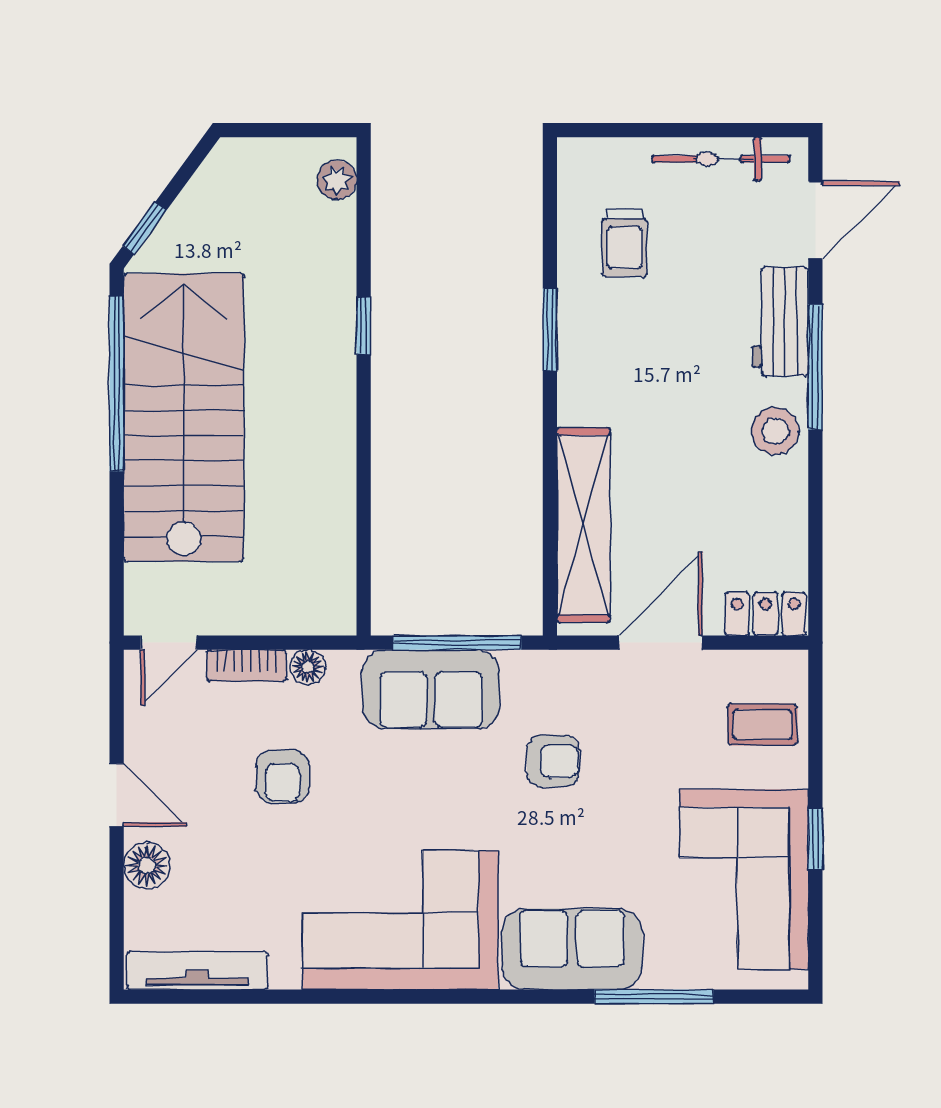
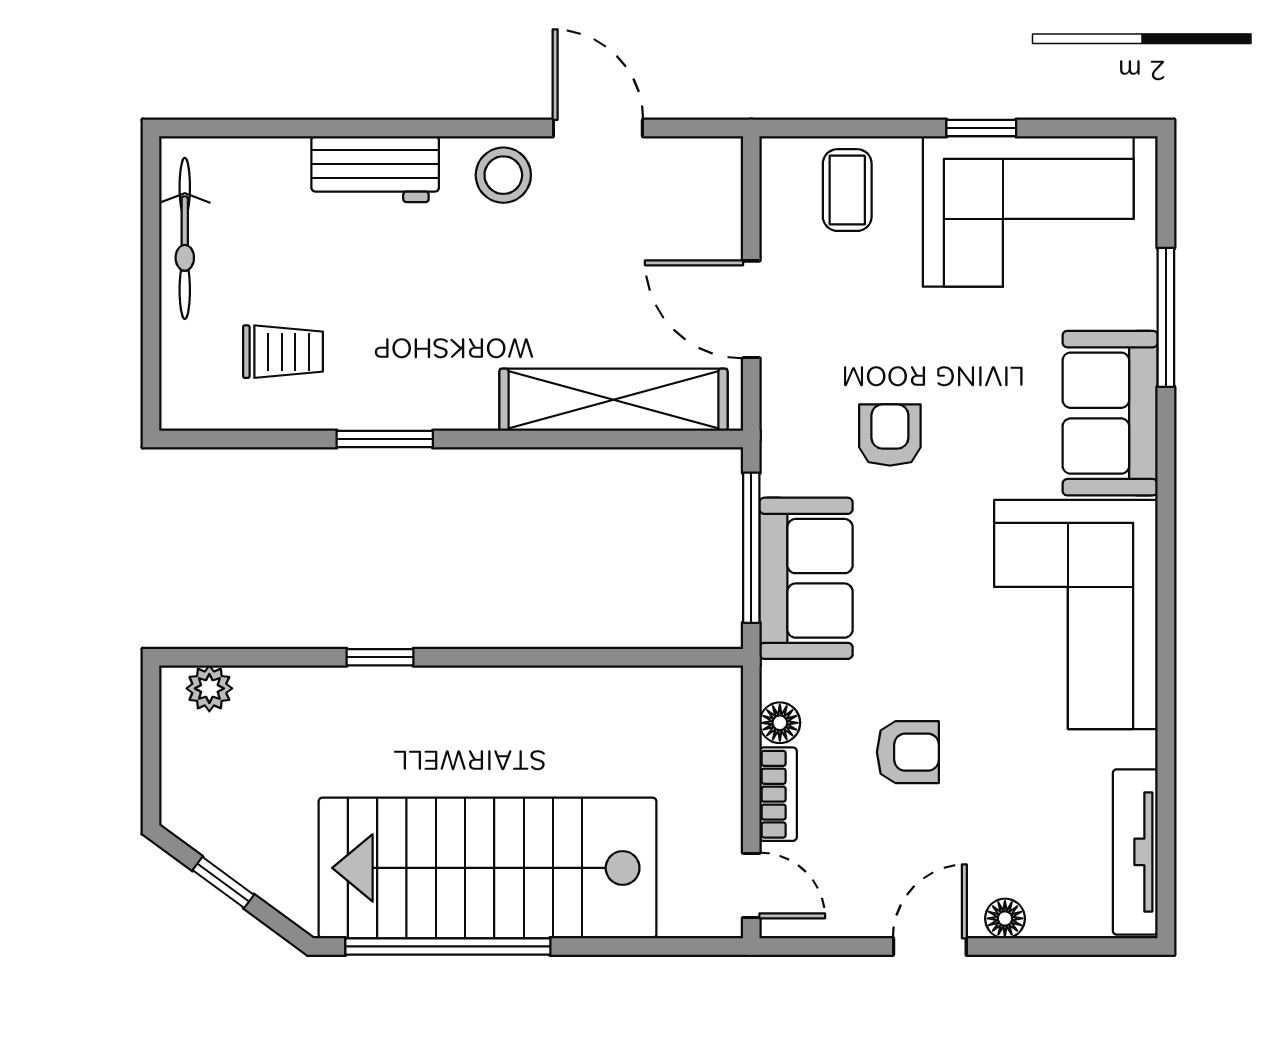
door: (815, 220) -> (598, 128), moved
window: (145, 228) -> (223, 882), moved
window: (815, 367) -> (428, 128), removed
locker: (766, 614) -> (718, 186), removed
floor lamp: (147, 866) -> (1005, 918), width x0.73, depth x0.73

